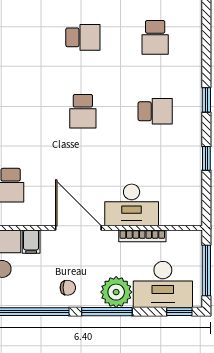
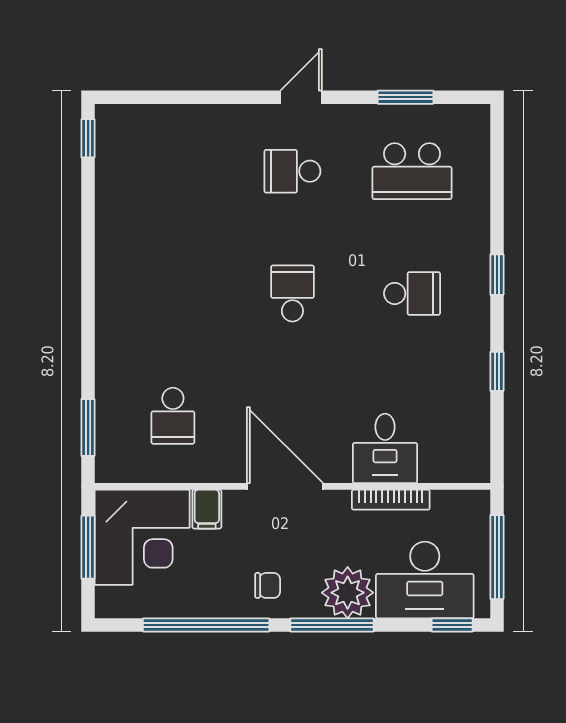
school desk: (83, 37) -> (292, 171), turned 180
school desk: (155, 37) -> (412, 171), width x1.85
school desk: (83, 111) -> (292, 293), turned 180
desk: (132, 205) -> (385, 448), width x0.73

